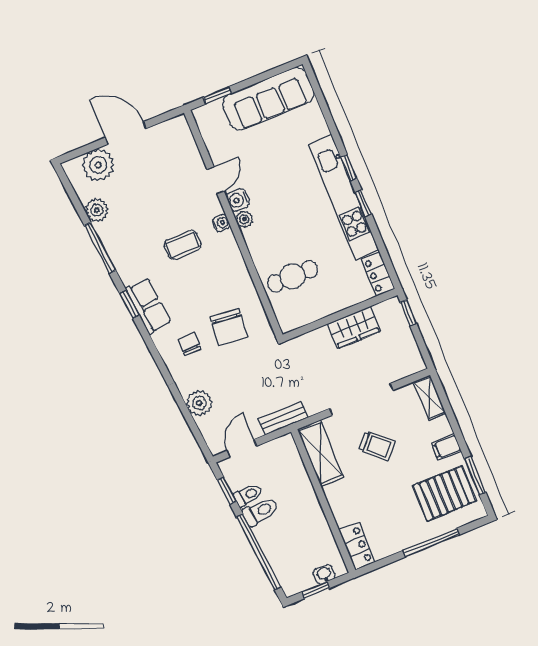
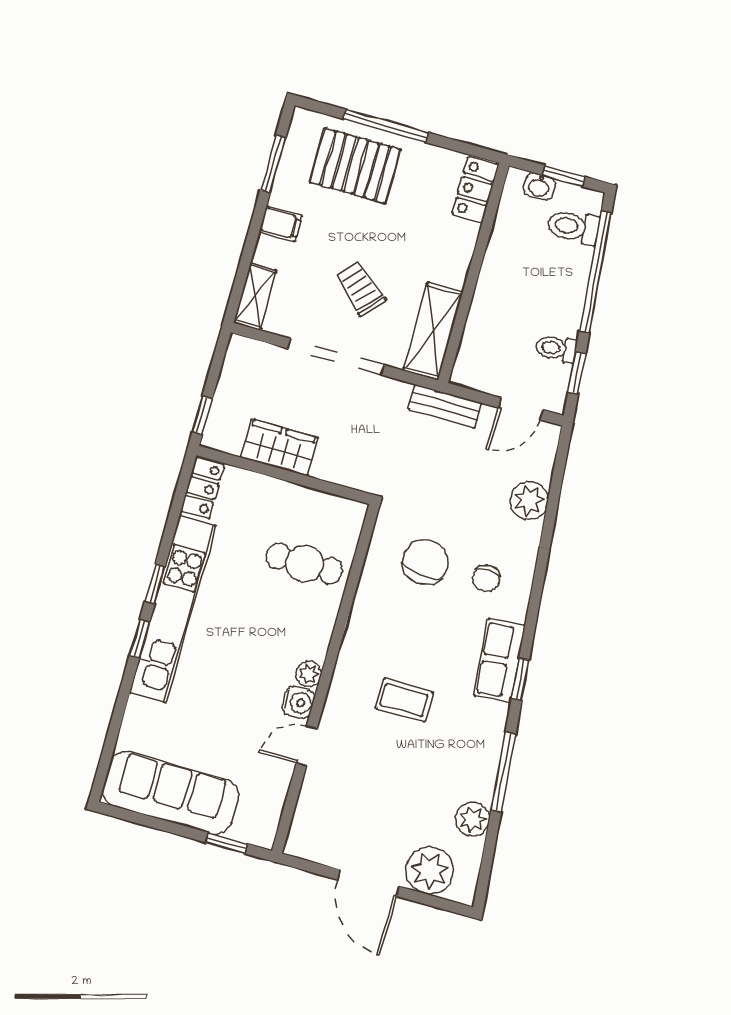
water cooler: (221, 223) -> (339, 691), removed
pallet: (444, 493) -> (355, 166), moved
toilet: (260, 511) -> (573, 227), moved

